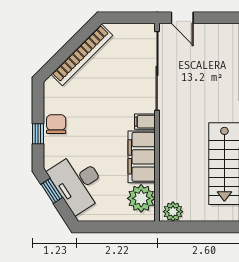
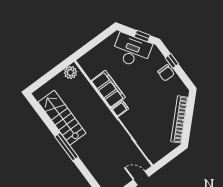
plant: (141, 198) -> (92, 67), removed

